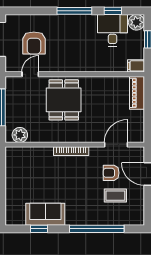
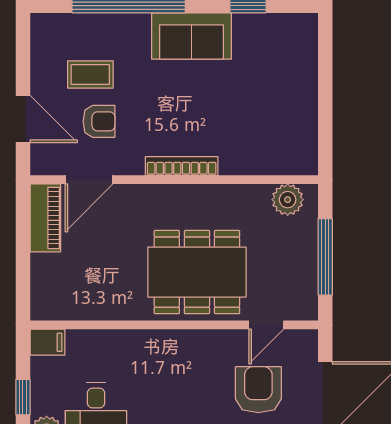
piano: (137, 93) -> (45, 218), moved
dining table: (64, 100) -> (197, 272), width x1.38
sofa: (45, 214) -> (192, 36), moved

